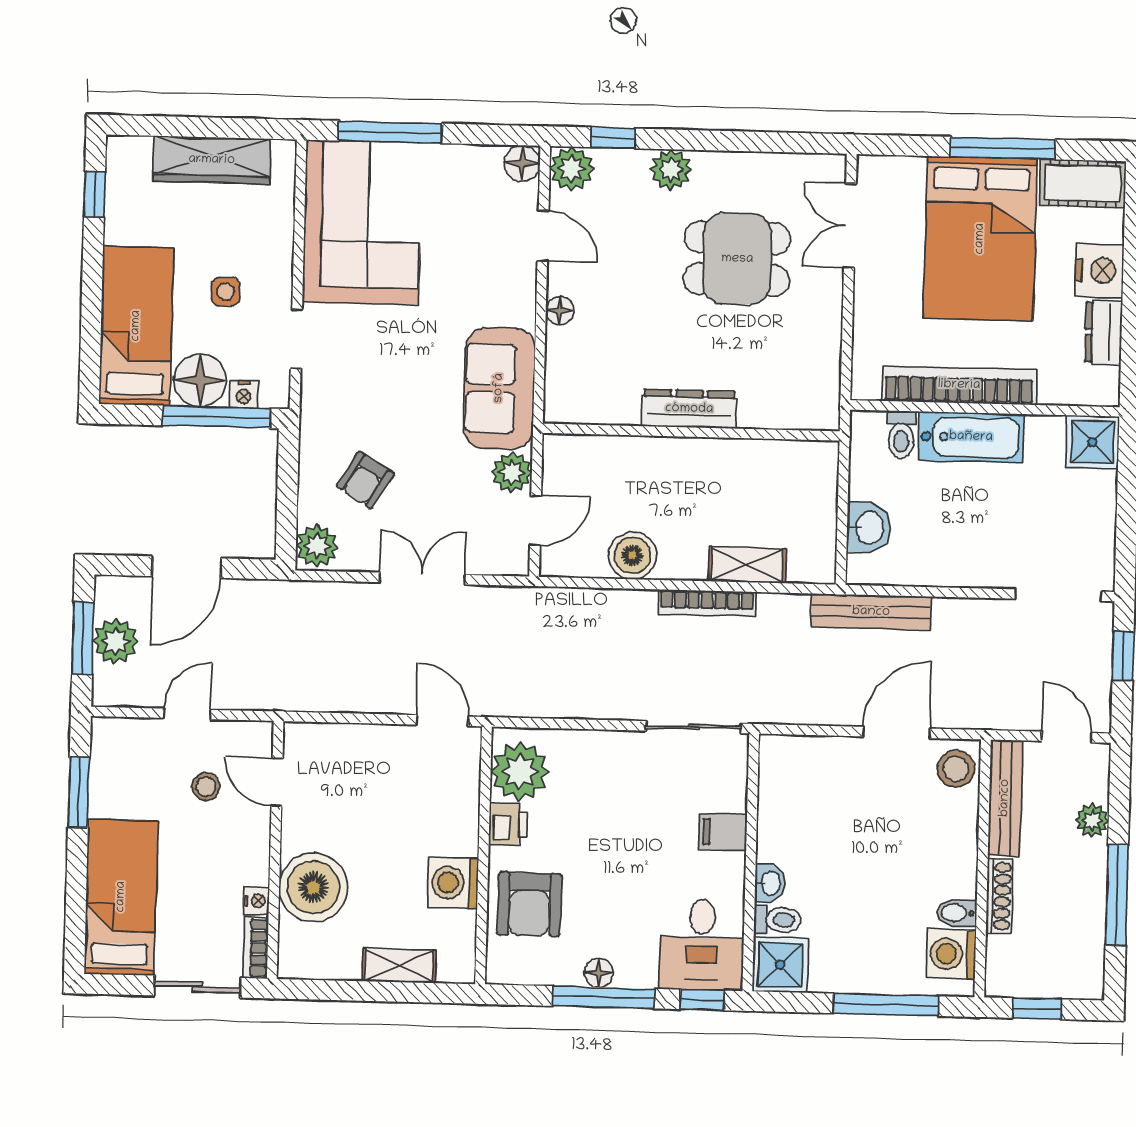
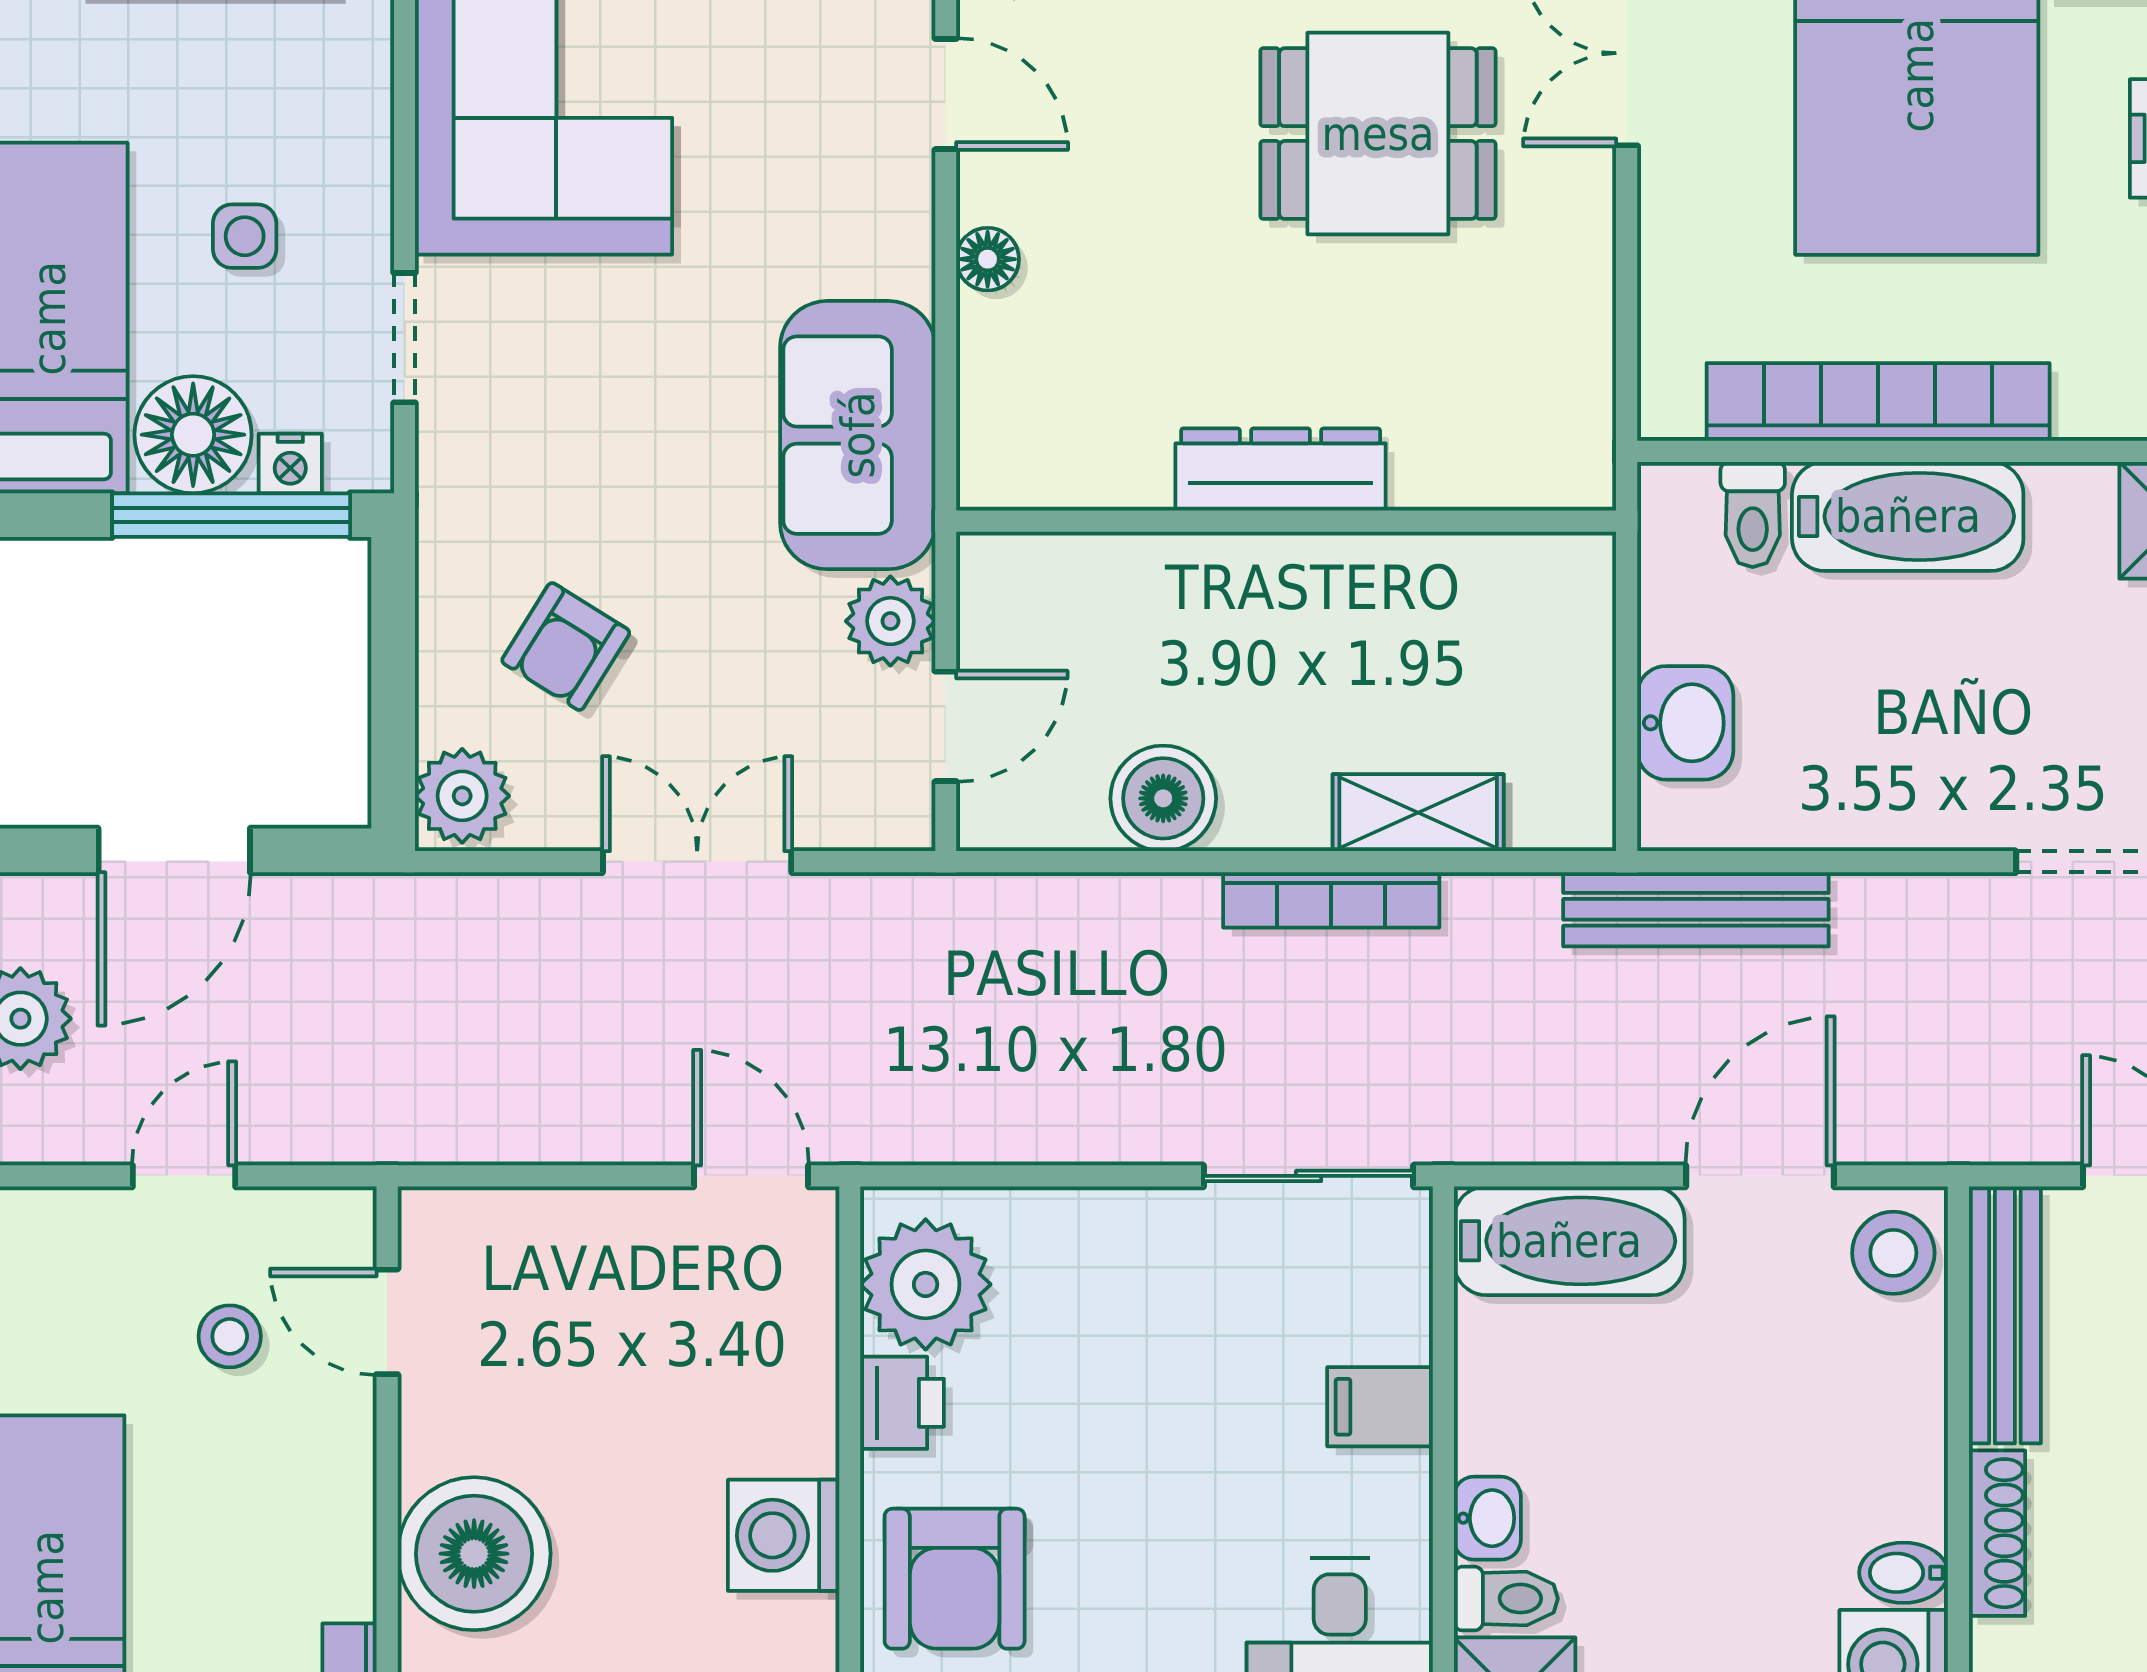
bathtub: (810, 759) -> (1569, 1241), added
nightstand: (256, 901) -> (348, 1587), removed

